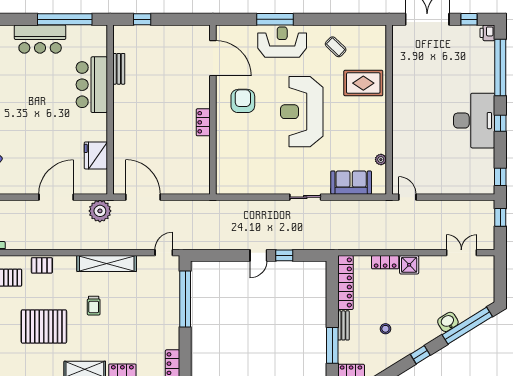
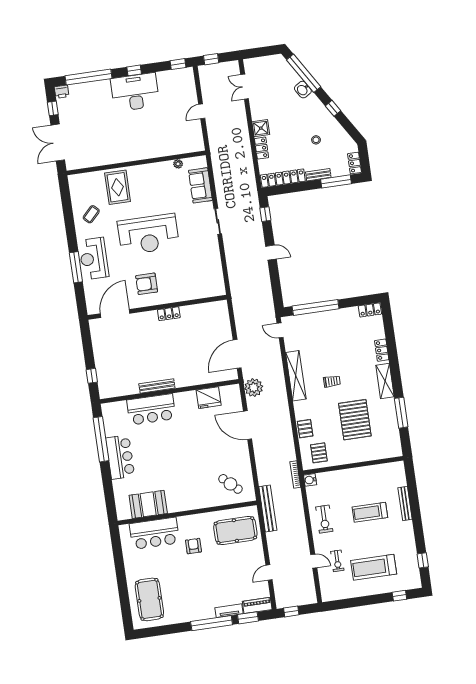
bench: (119, 69) -> (157, 386), moved, width x1.36
door: (407, 197) -> (202, 111), moved
window: (284, 255) -> (265, 214), moved

